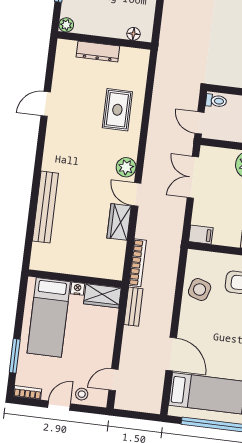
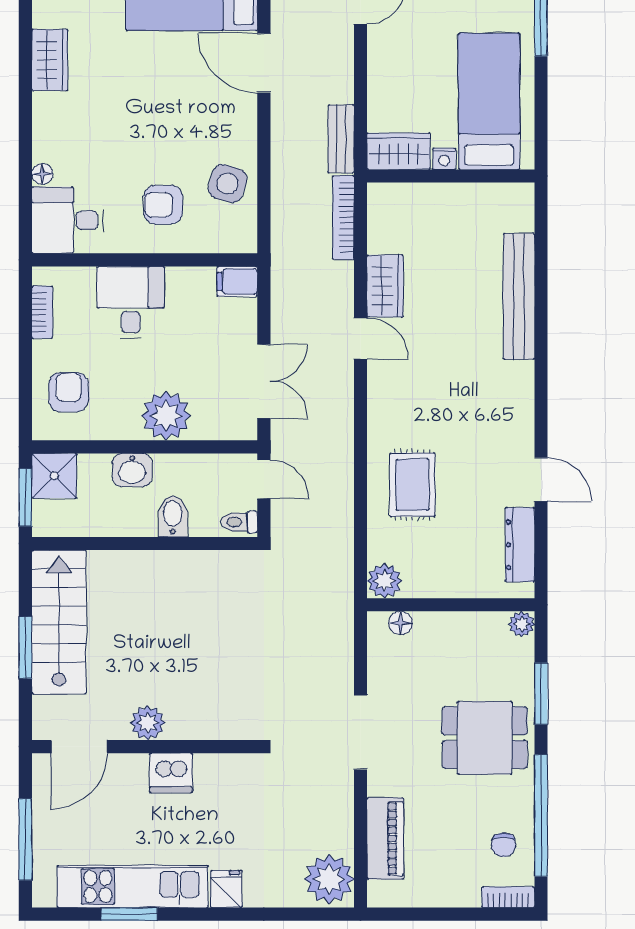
dresser: (98, 52) -> (520, 545), moved, turned -90
door: (46, 104) -> (541, 480), hinge flipped
plant: (126, 167) -> (385, 581), moved

